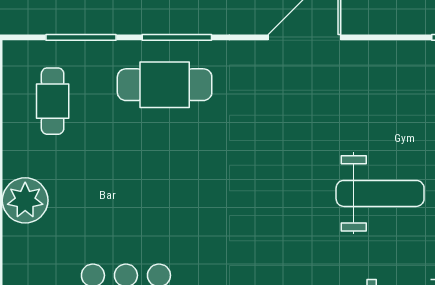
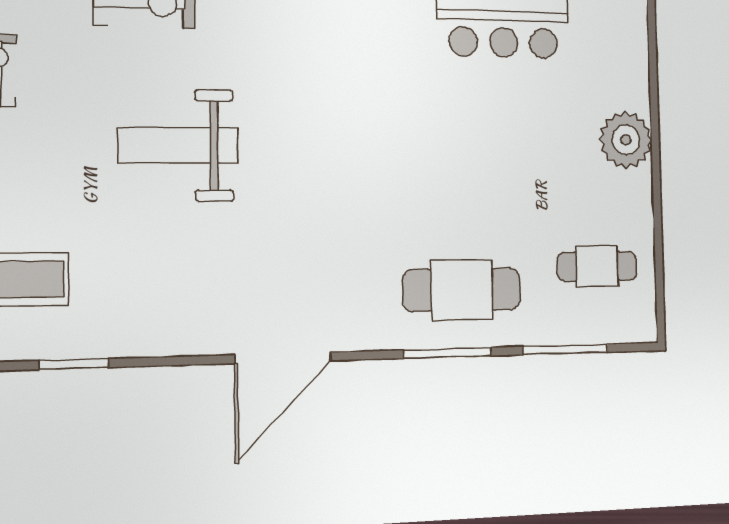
cafe table: (53, 101) -> (597, 266), turned 90

